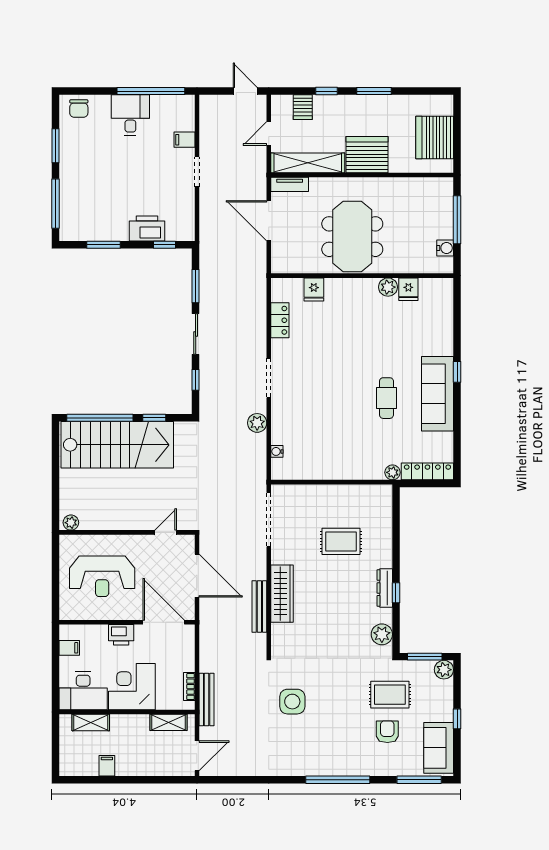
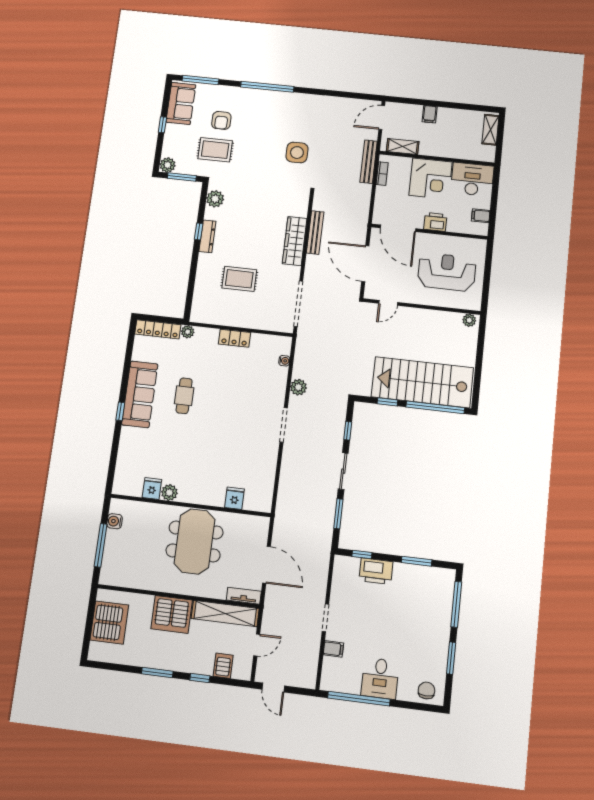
locker: (280, 320) -> (235, 338), moved, turned -90
shelving: (91, 722) -> (490, 130), moved, turned 90
filing cabinet: (107, 766) -> (430, 114), moved

